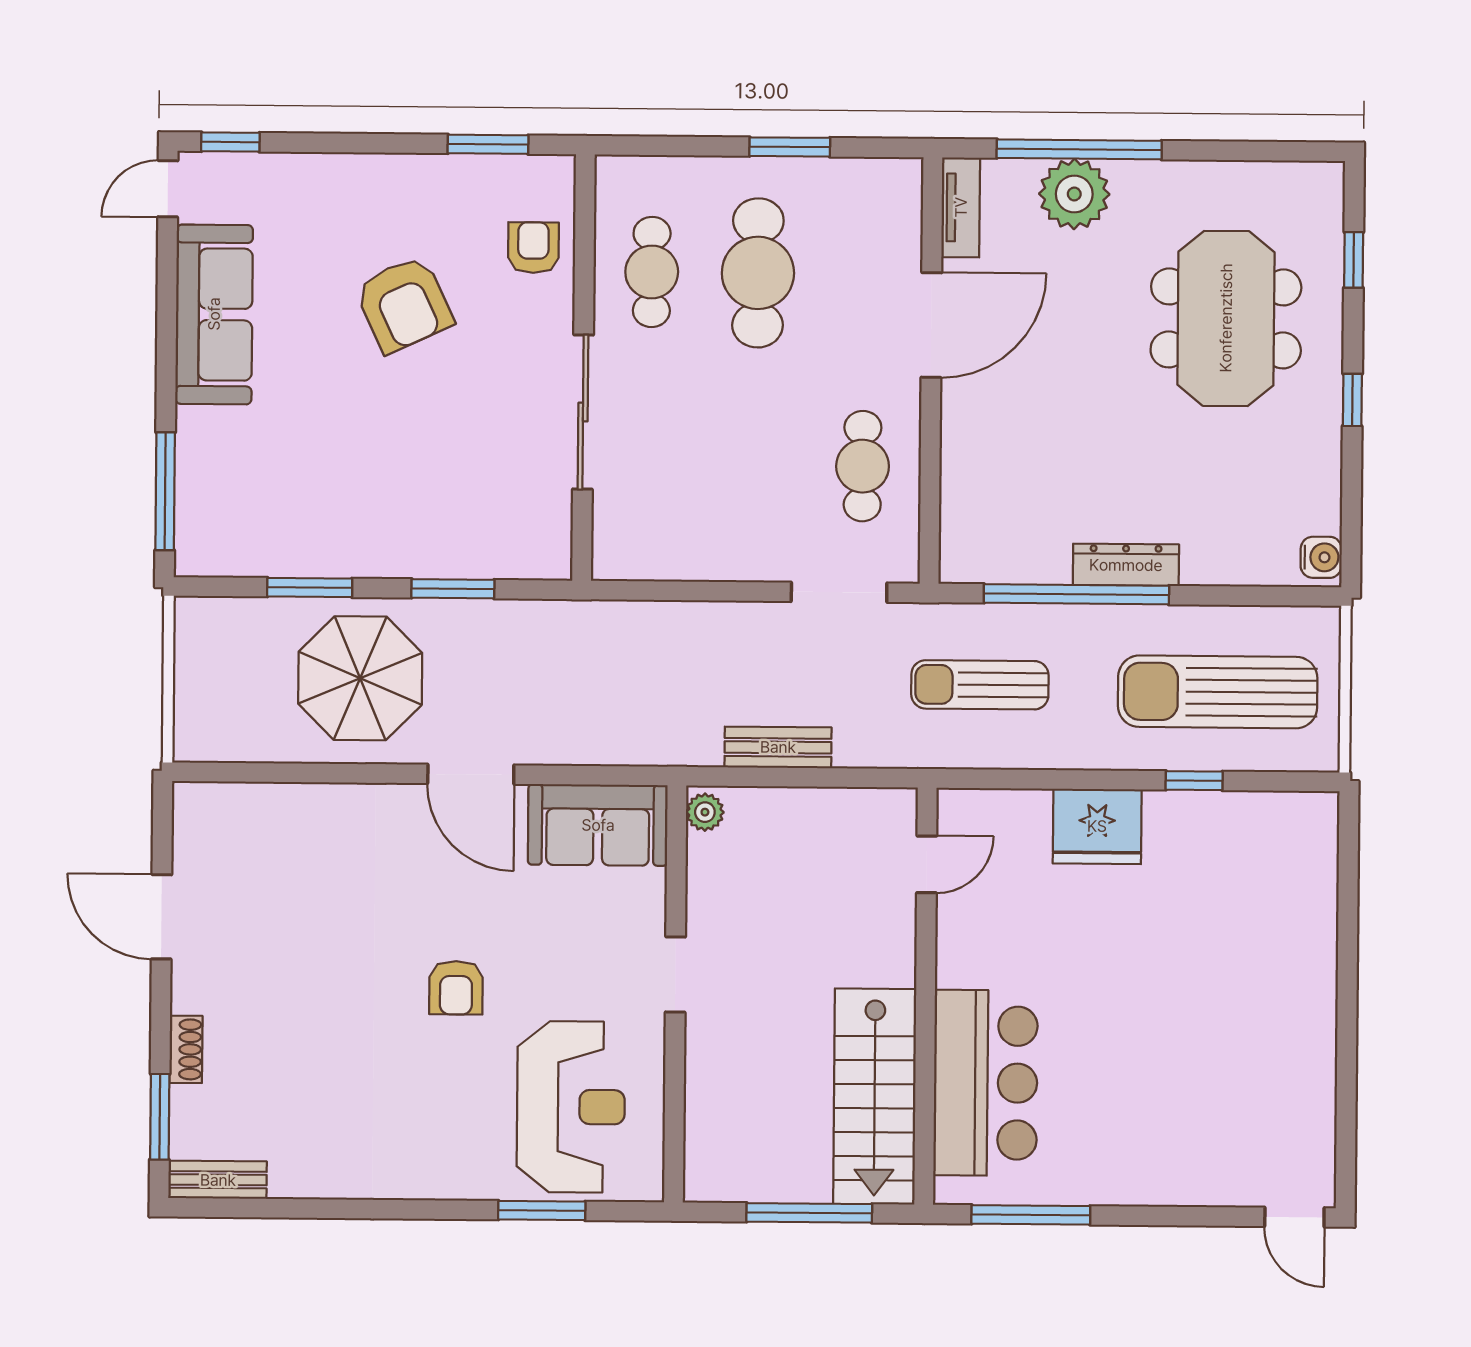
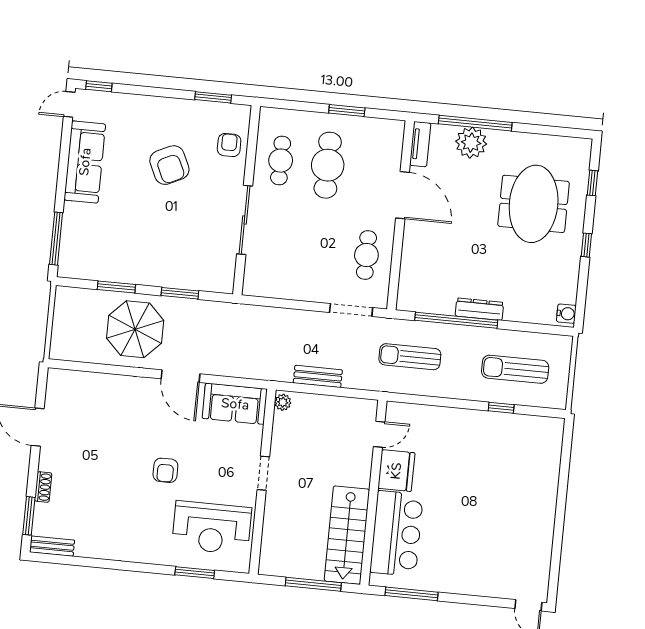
door: (931, 325) -> (403, 195), hinge flipped
sun lounger: (1218, 692) -> (515, 369), width x0.73, depth x0.75
fridge: (1097, 826) -> (396, 471), moved, turned -90
reception desk: (571, 1107) -> (212, 528), turned 90

